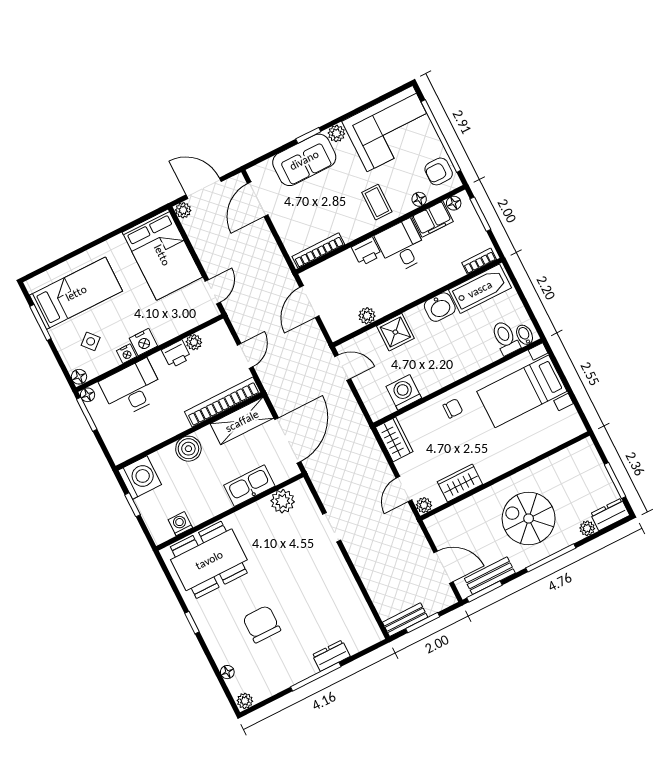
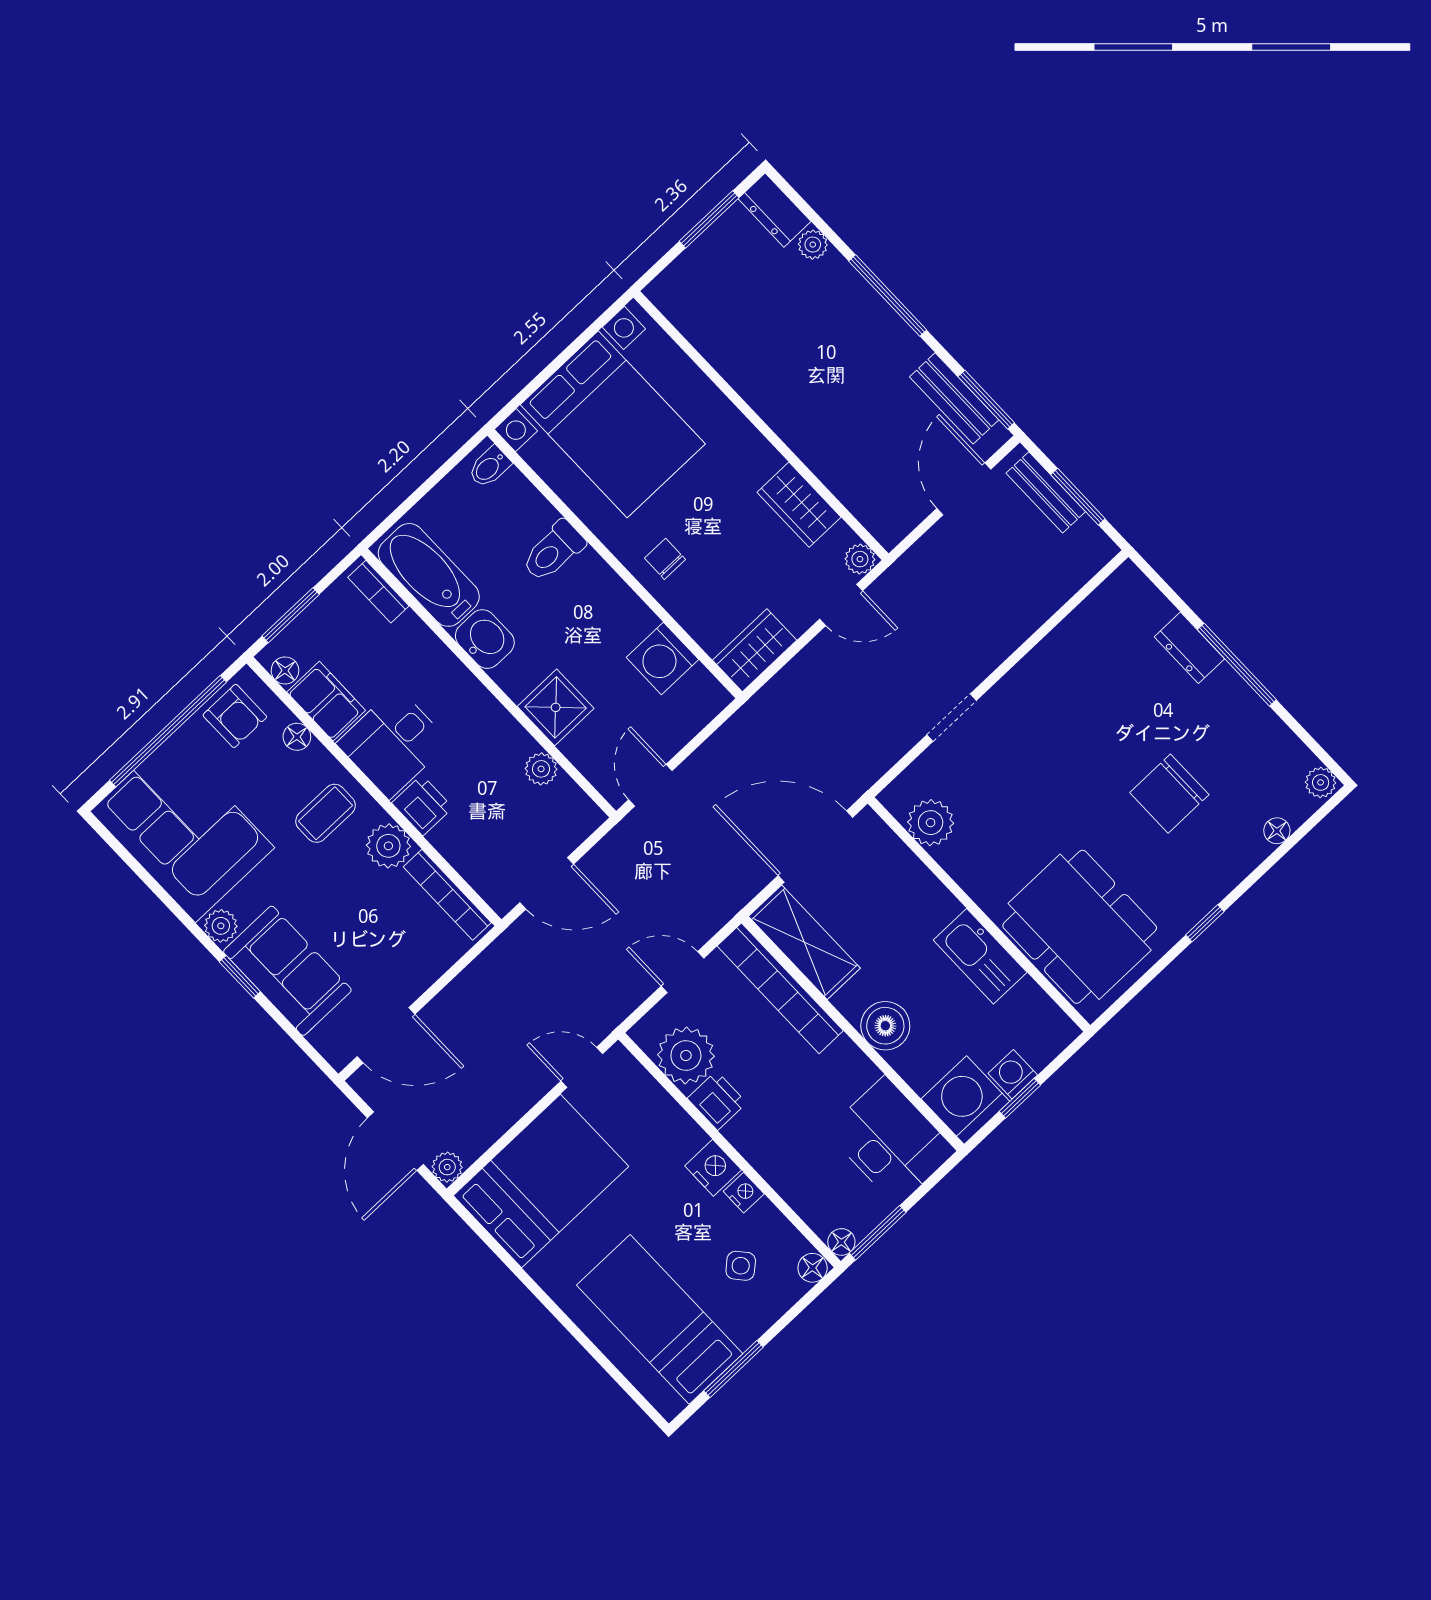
plant: (351, 229) -> (388, 846), added
toilet: (505, 338) -> (553, 551), moved
plant: (194, 342) -> (686, 1055), width x1.87, depth x1.87
desk: (132, 389) -> (891, 1141), moved, turned 180
bed with nightstands: (522, 391) -> (613, 424), width x1.36
kitchen sink: (249, 486) -> (980, 956), moved
spiral stairs: (529, 519) -> (827, 358), removed
washing machine: (180, 524) -> (1013, 1074), moved, turned 90
bench: (405, 620) -> (1046, 492), moved

